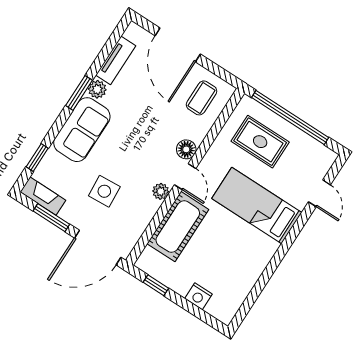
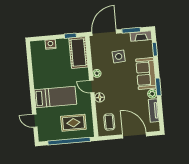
cot: (178, 227) -> (78, 53), moved

